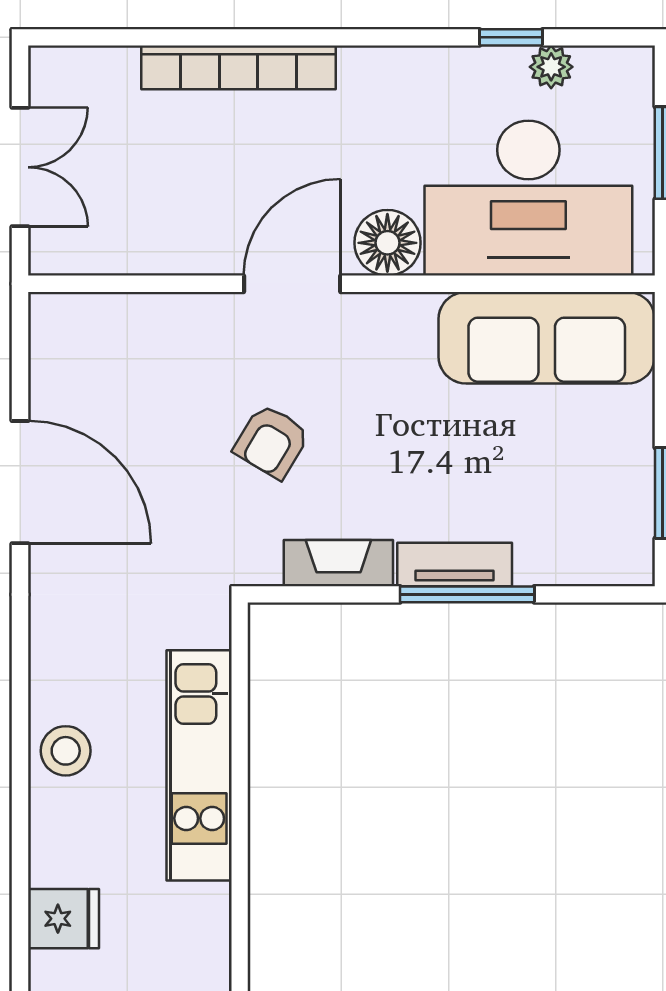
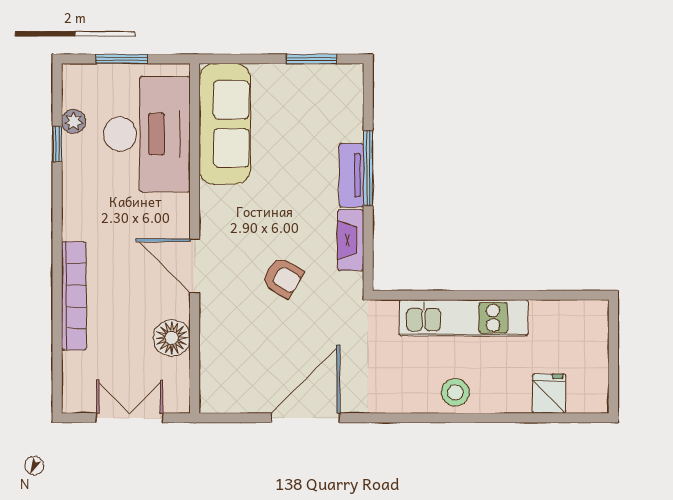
floor lamp: (387, 243) -> (172, 338), moved

